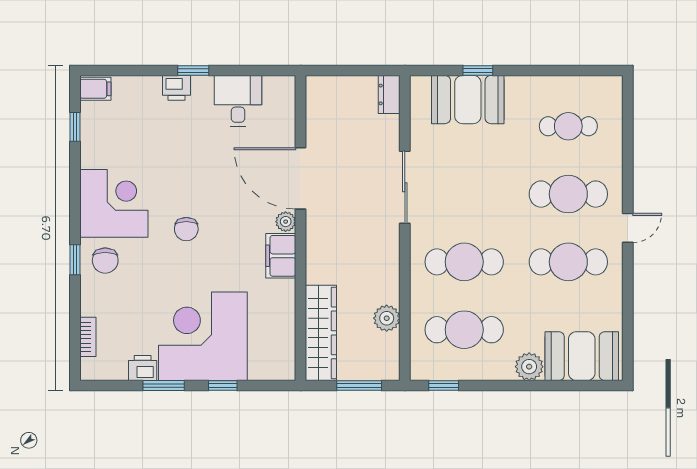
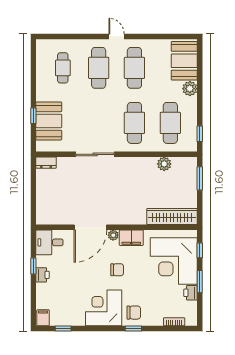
door: (301, 178) -> (90, 227), moved
plant: (286, 222) -> (113, 235), moved
wall: (301, 228) -> (117, 227), moved
filing cabinet: (281, 256) -> (131, 238), moved
wardrobe: (321, 333) -> (172, 217), moved

